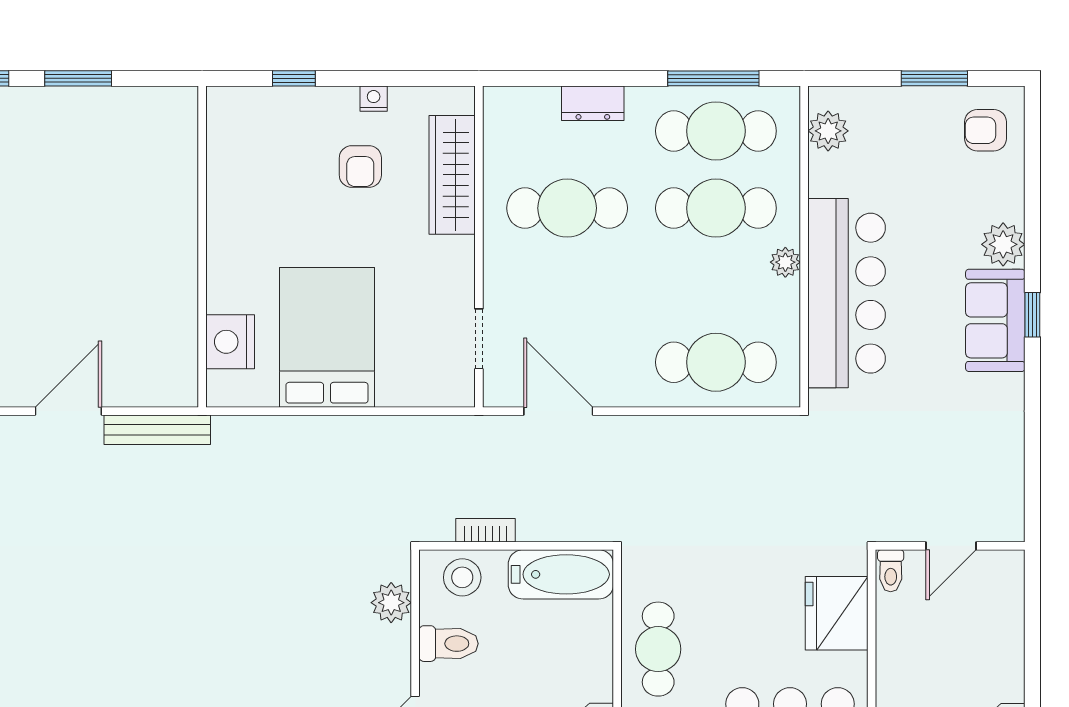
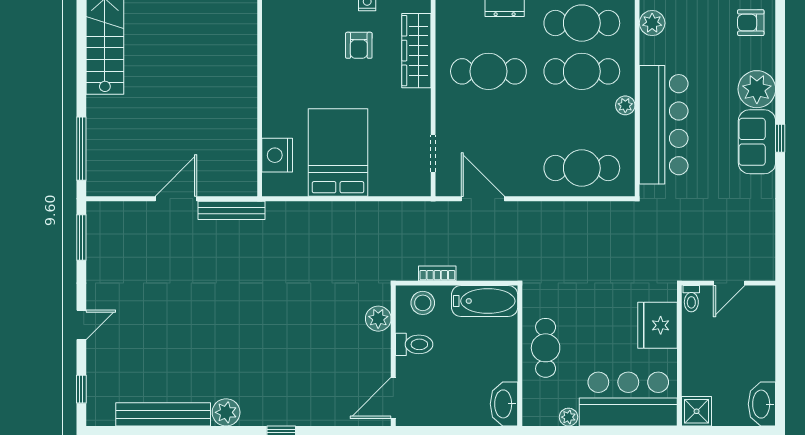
plant: (1003, 244) -> (757, 89), width x1.36, depth x1.36

